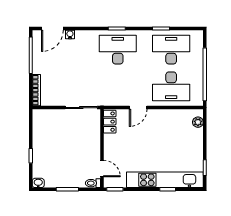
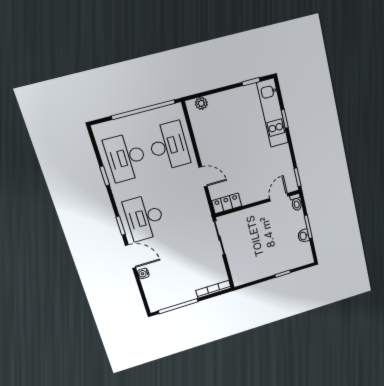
door: (52, 28) -> (131, 257), moved
kitchen unit: (165, 180) -> (272, 113), width x0.73
washbasin: (38, 183) -> (303, 236), moved

